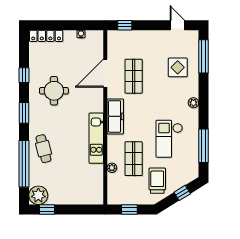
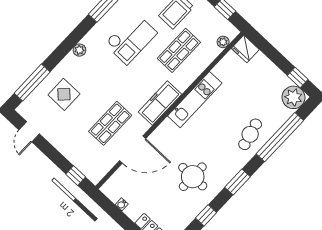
plant: (112, 168) -> (223, 42), moved
fridge: (95, 197) -> (245, 49), added

